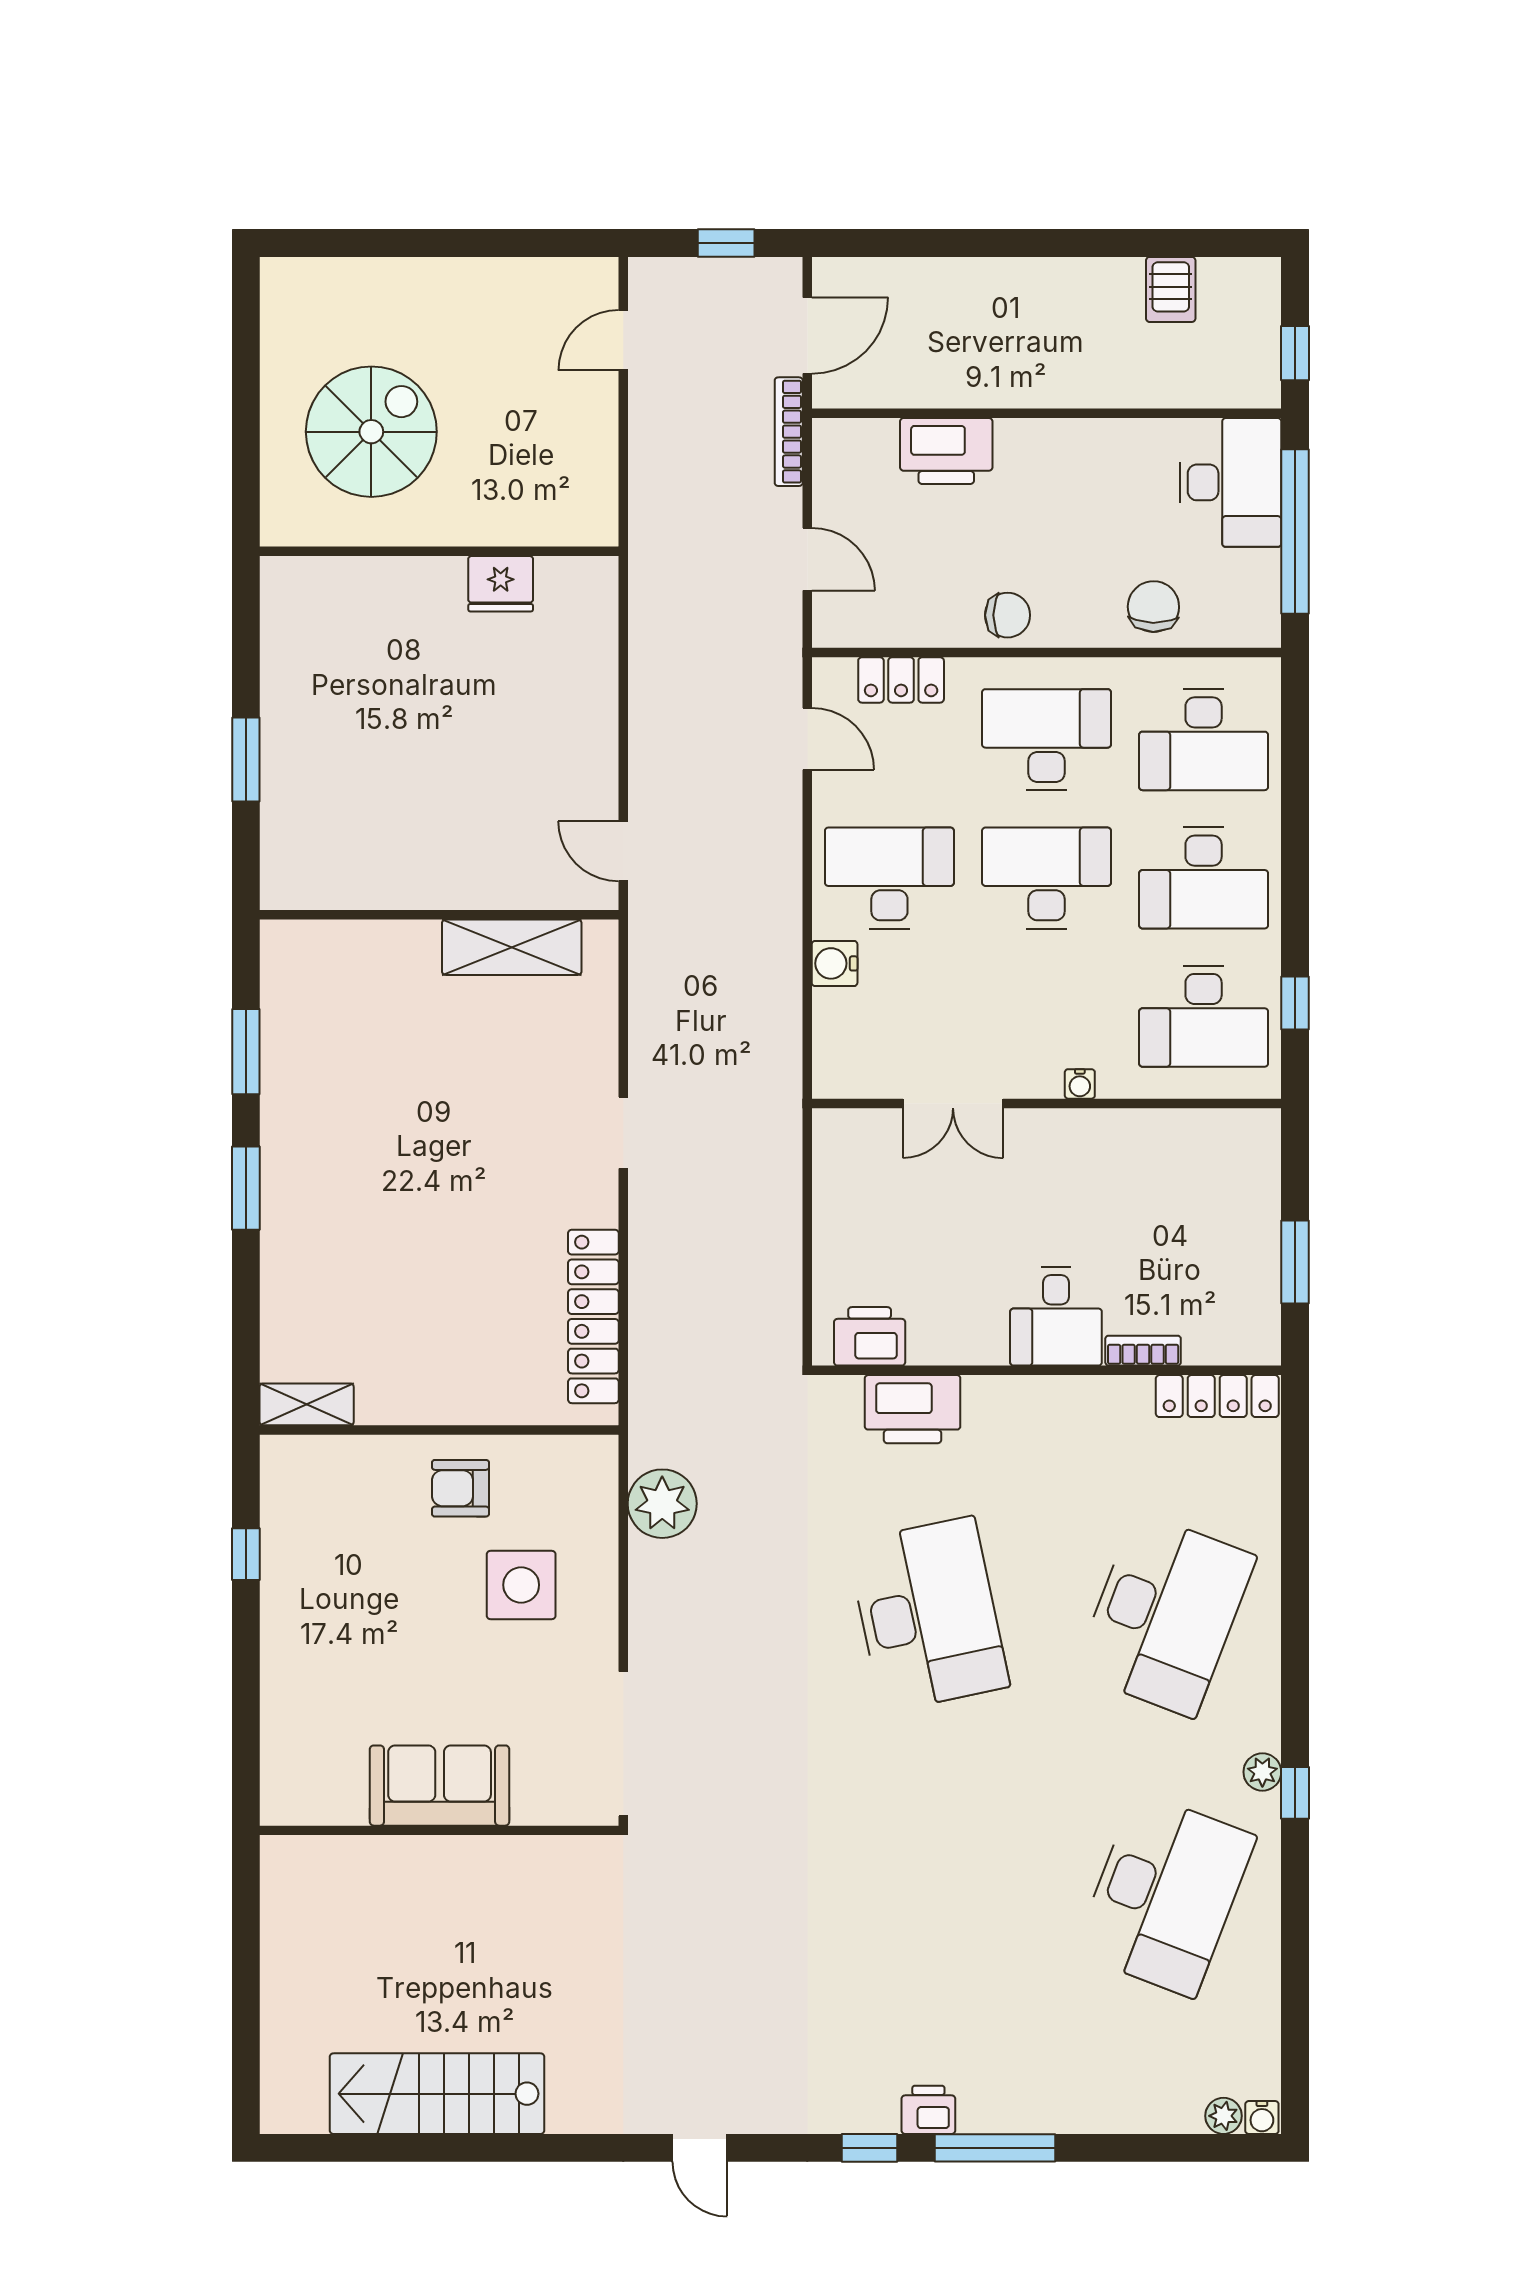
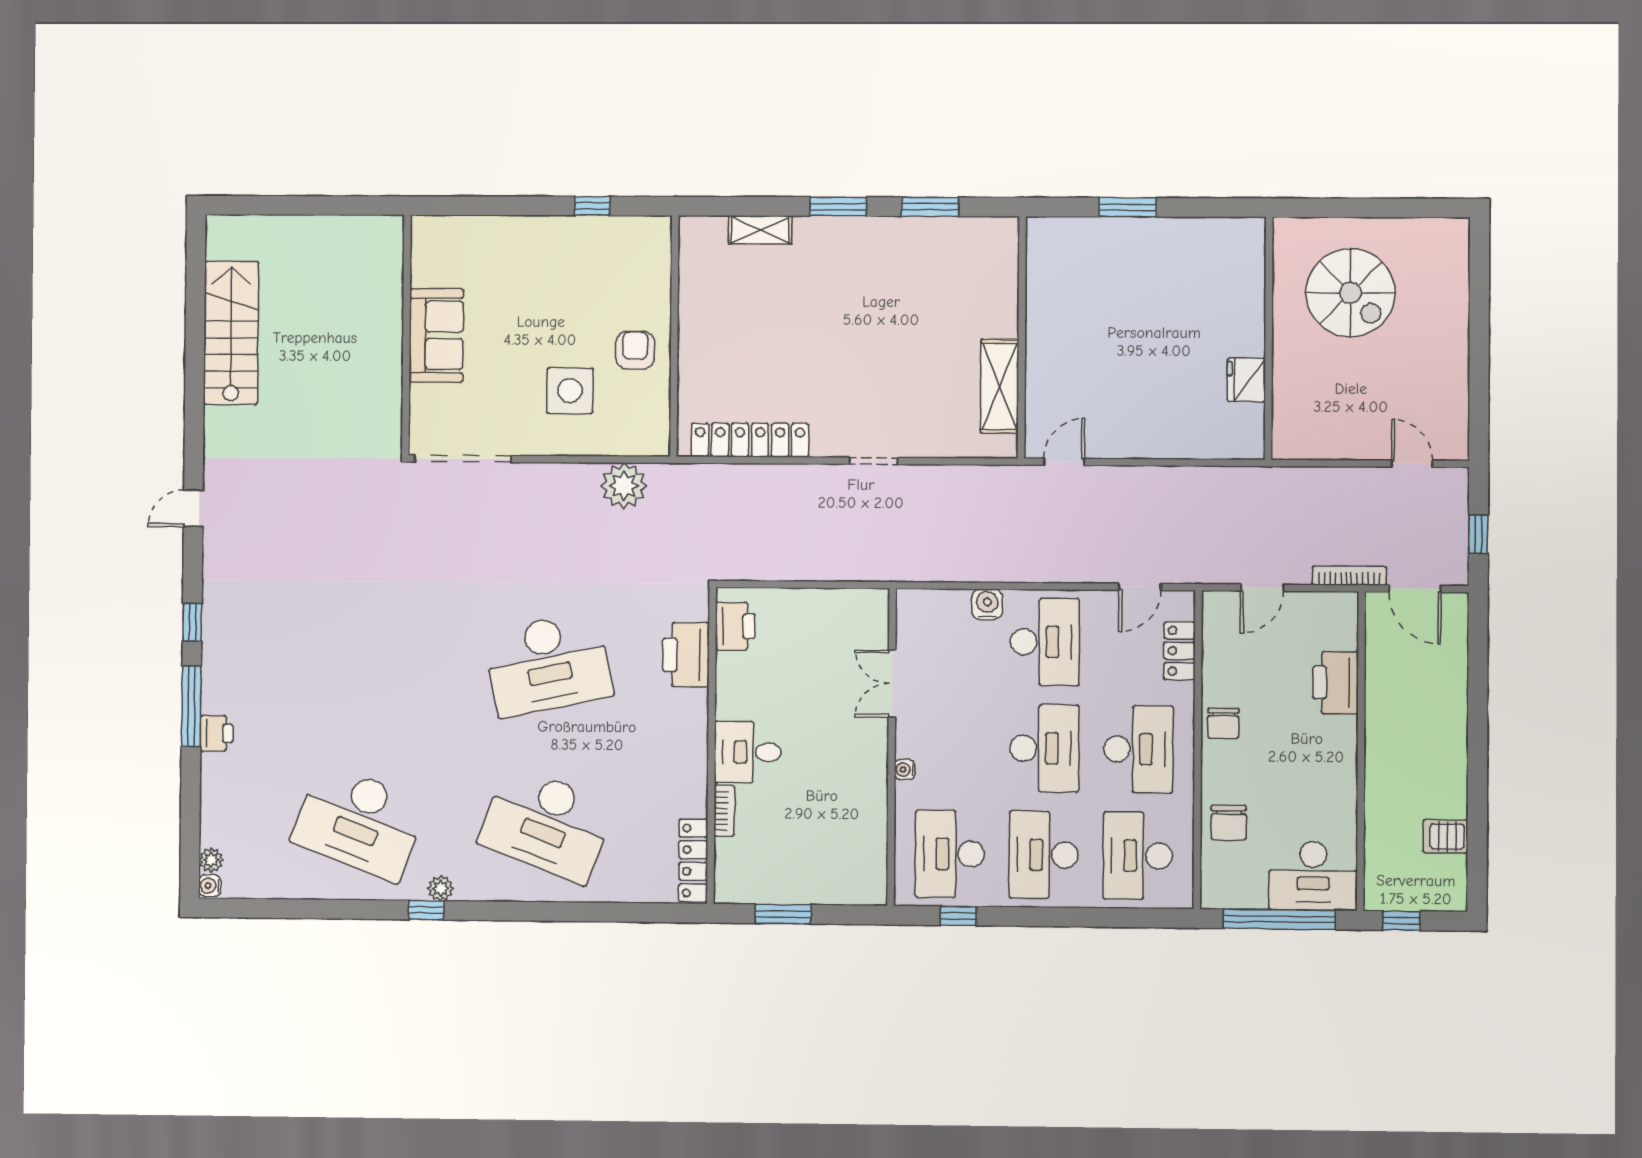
chair: (1153, 607) -> (1229, 823), turned 89
shelving: (307, 1404) -> (760, 230), moved, turned 90
printer: (928, 2110) -> (216, 733), moved

